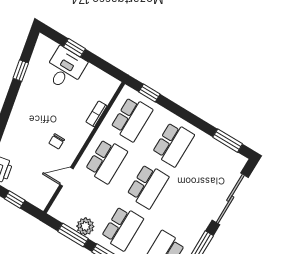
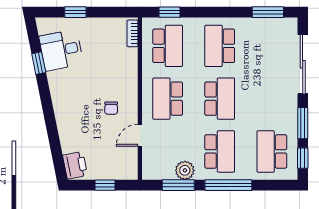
desk: (65, 69) -> (61, 50), moved, turned -101
bookcase: (97, 114) -> (132, 33), moved
school desk: (173, 144) -> (220, 46), turned 180
school desk: (106, 161) -> (168, 99), turned 180

